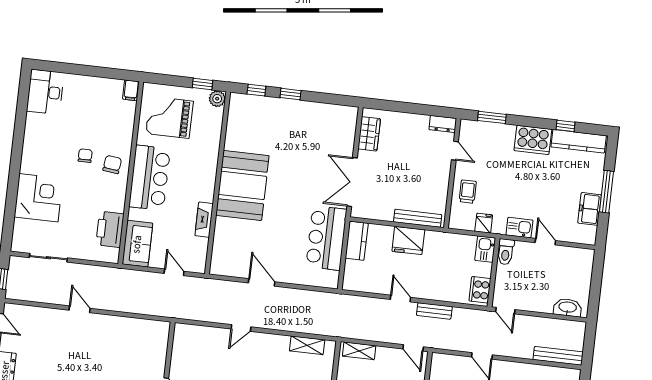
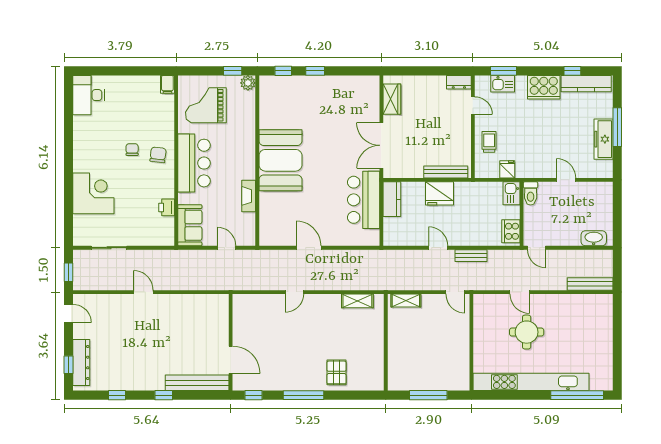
freezer: (590, 209) -> (603, 139), width x1.40
kitchen sink: (519, 228) -> (503, 84), moved, turned 180
printer: (110, 229) -> (167, 207), width x0.53, depth x0.68

